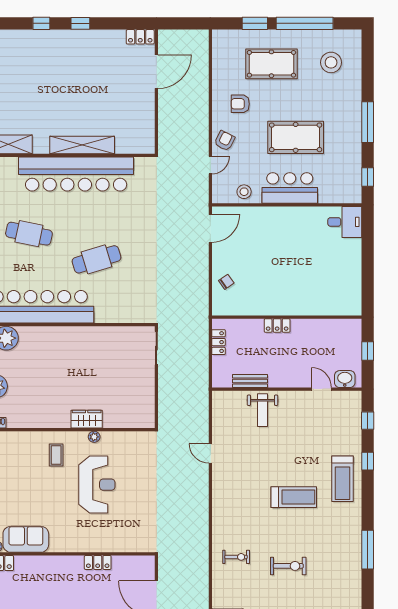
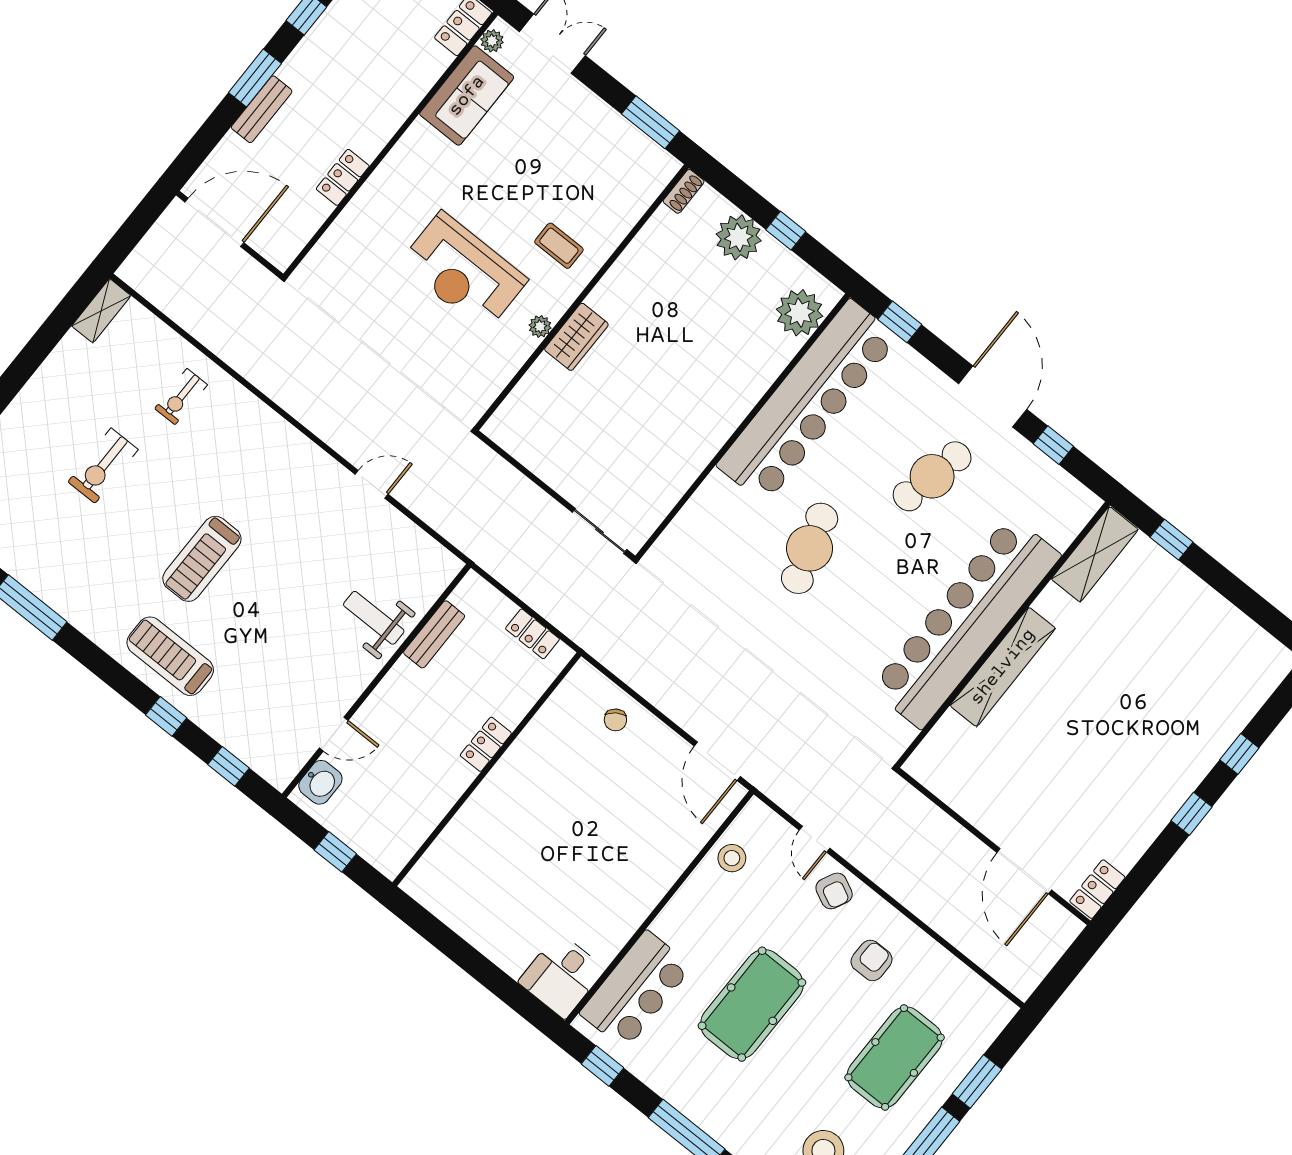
bar counter: (290, 188) -> (636, 990), moved

